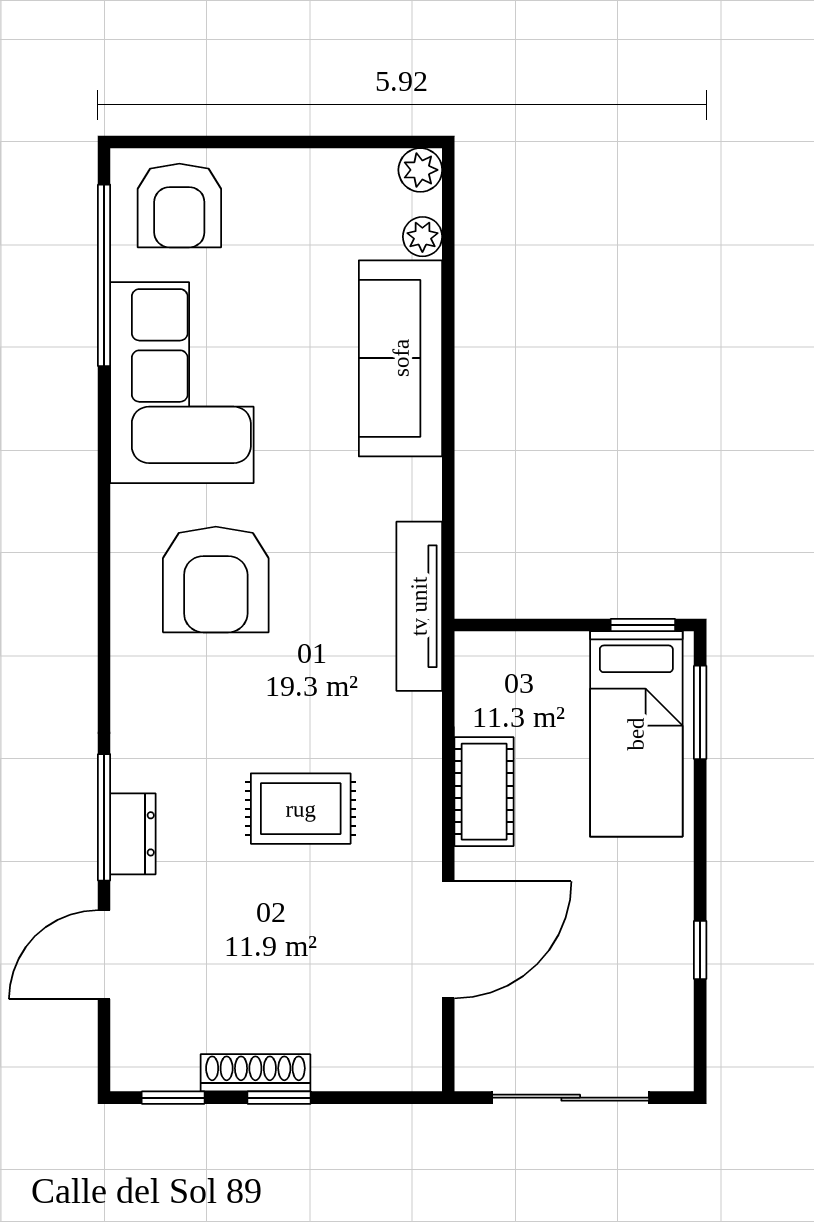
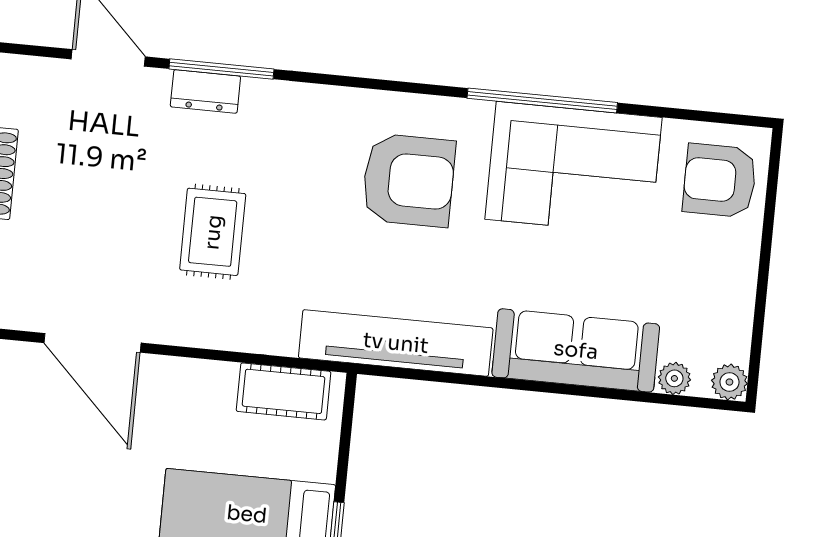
window: (104, 275) -> (542, 100), moved
armchair: (216, 579) -> (408, 180), turned 180
tv unit: (419, 606) -> (396, 343), width x1.36, depth x1.29
cot: (484, 792) -> (284, 391), moved

